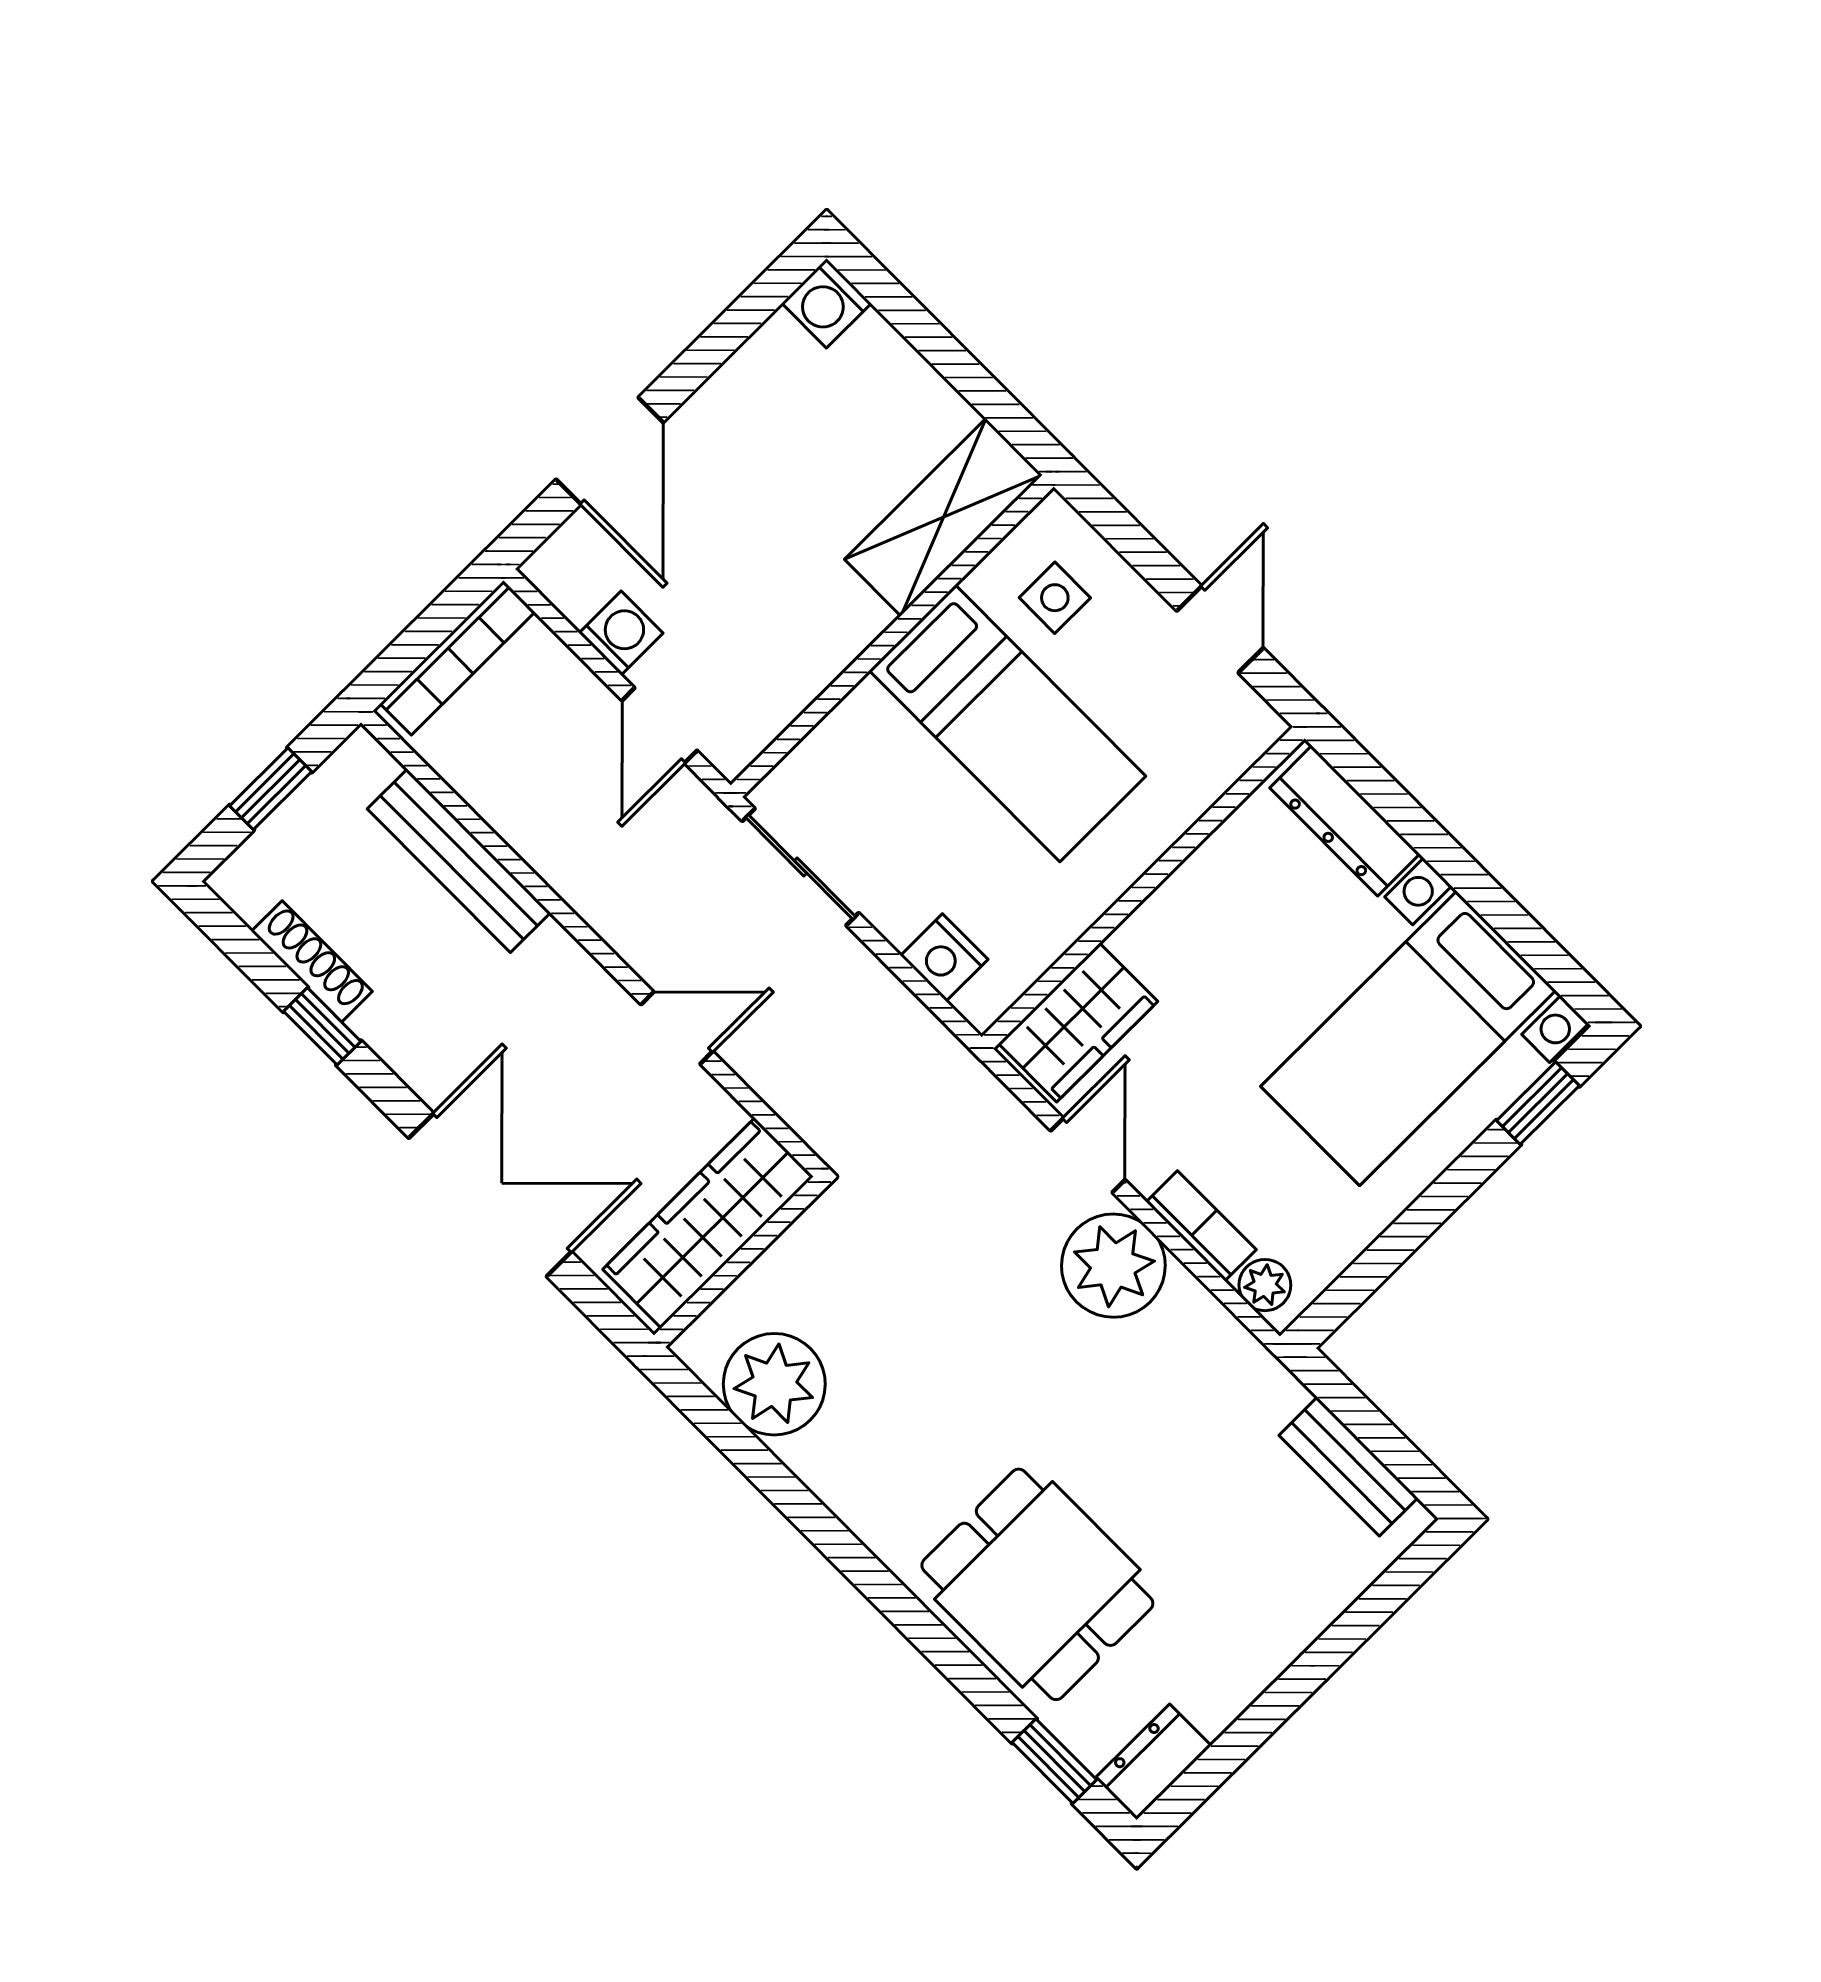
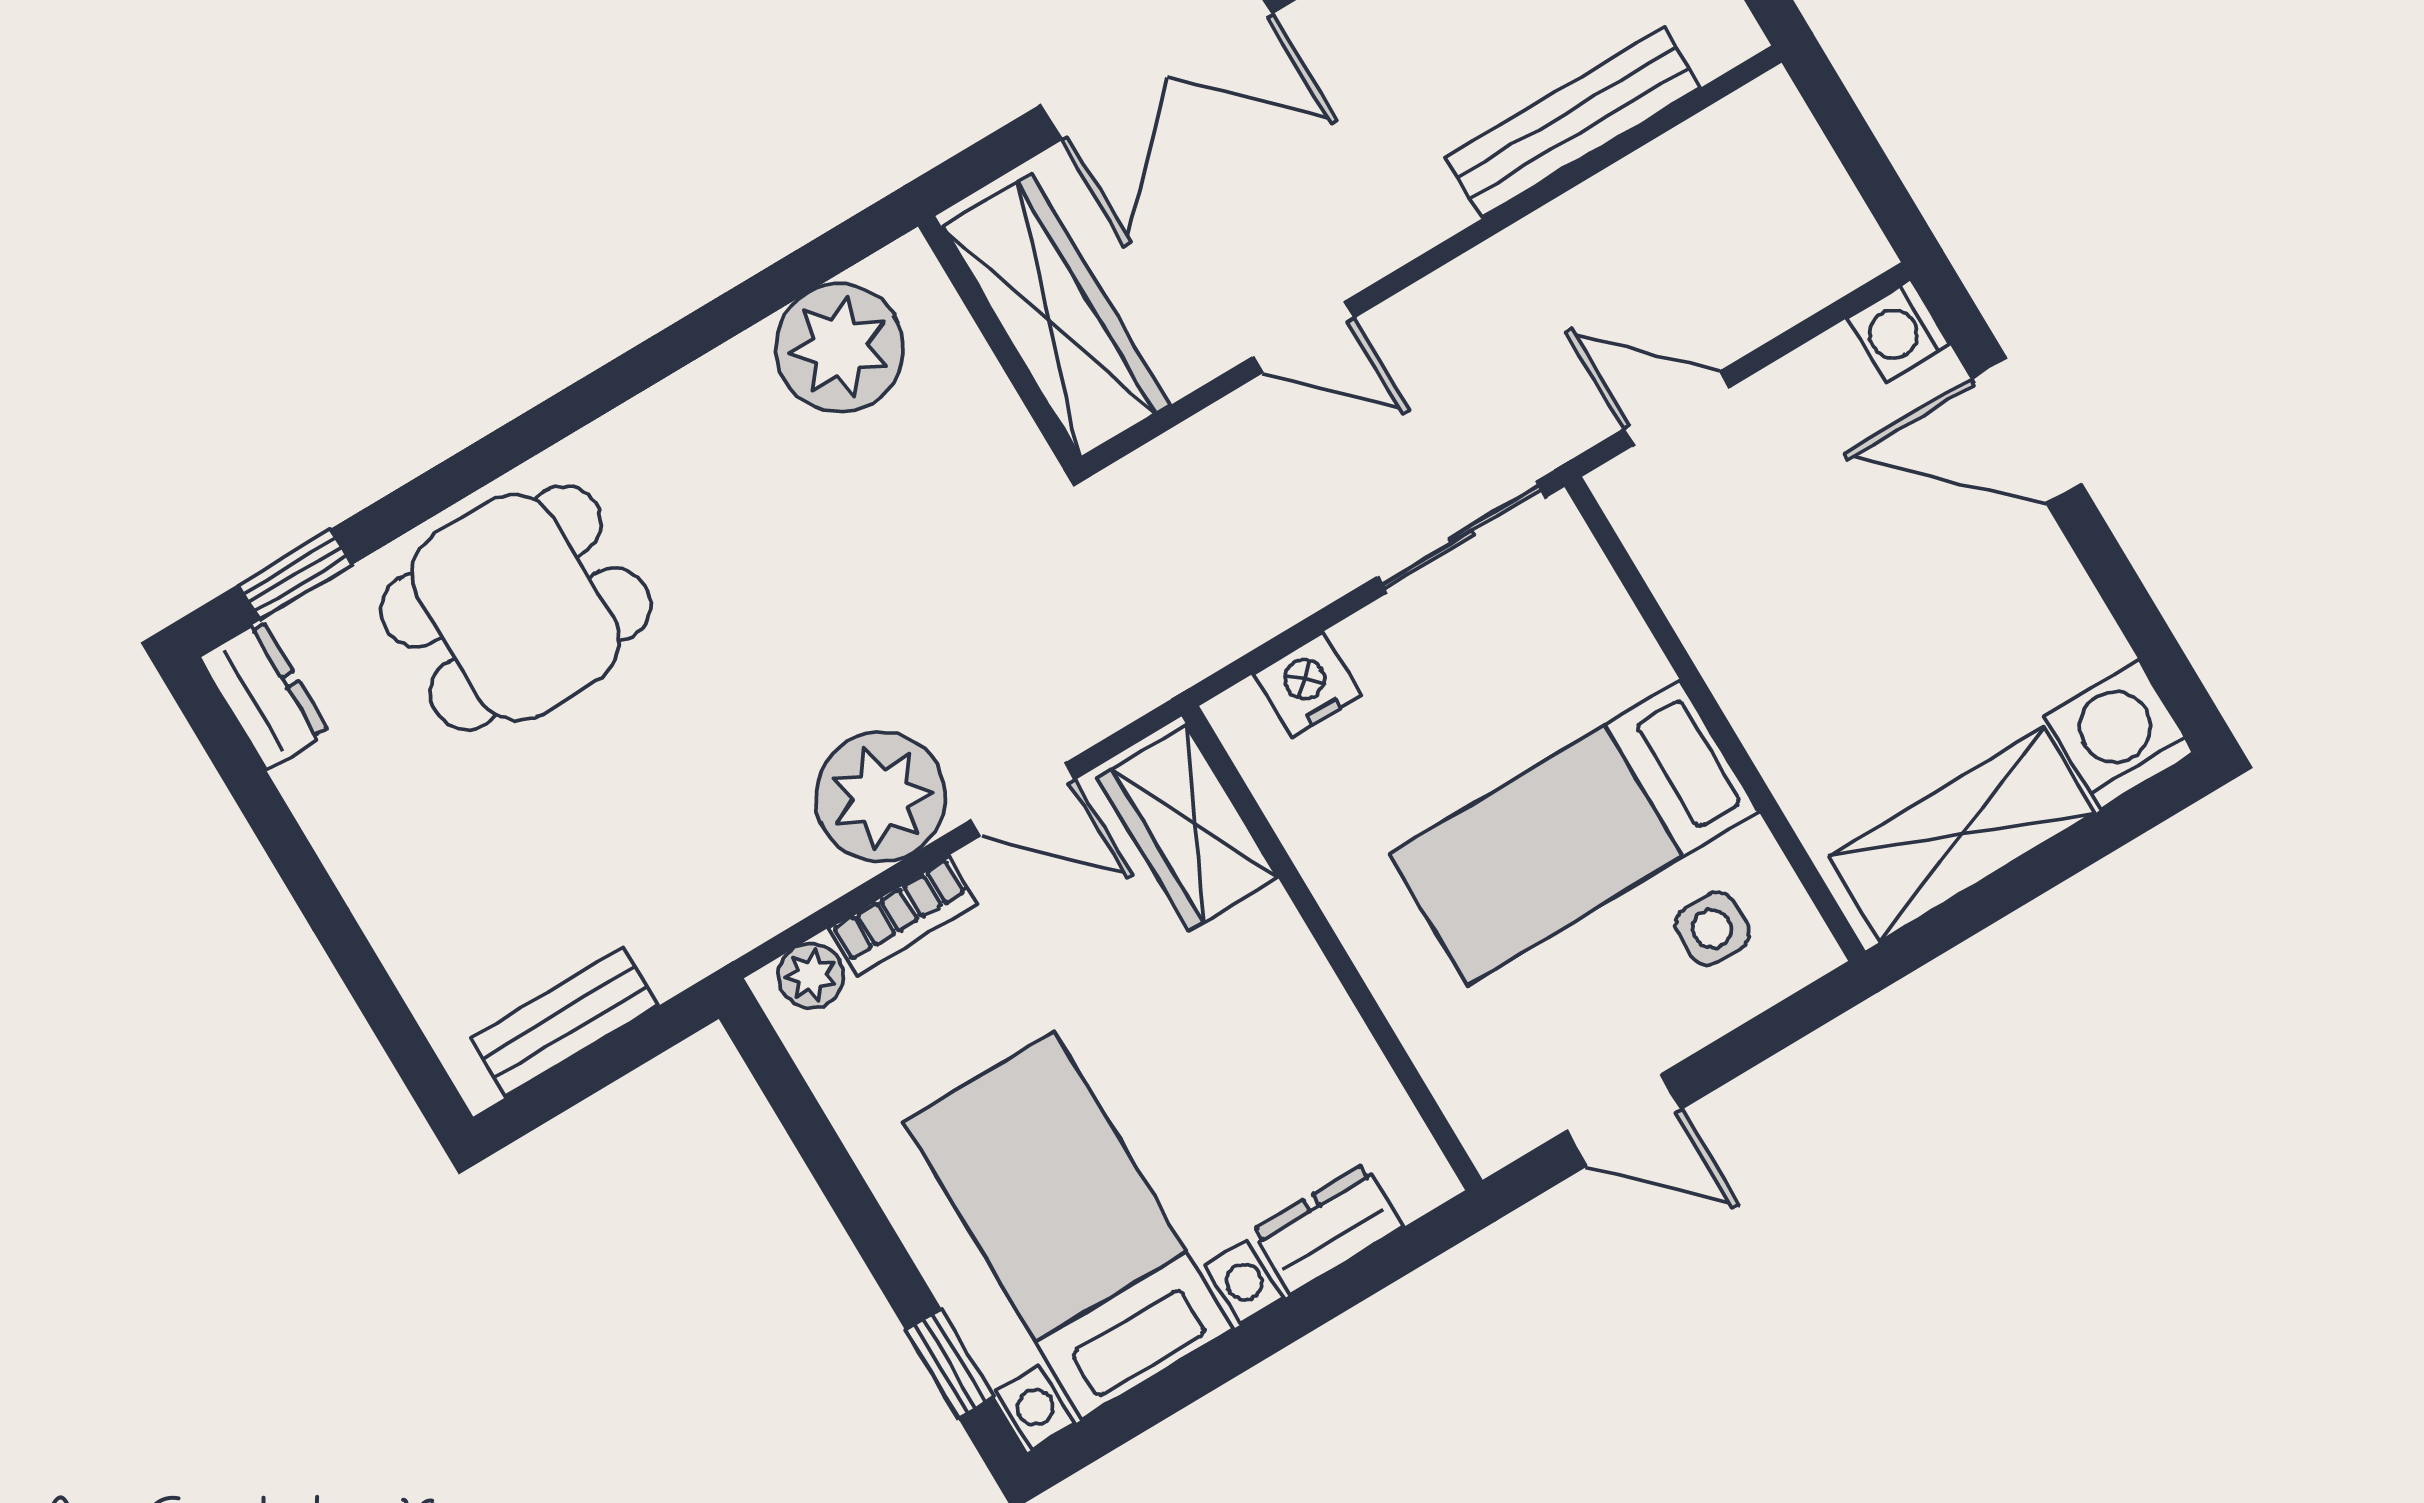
washing machine: (826, 303) -> (2120, 735), width x1.38, depth x1.38
shelving: (943, 517) -> (1962, 835), moved, turned 90
washing machine: (621, 633) -> (1898, 331), moved, turned 90
bookcase: (457, 658) -> (1821, 183), removed
dresser: (1345, 821) -> (1327, 1229), width x0.70
door: (677, 1028) -> (1303, 337), hinge flipped

